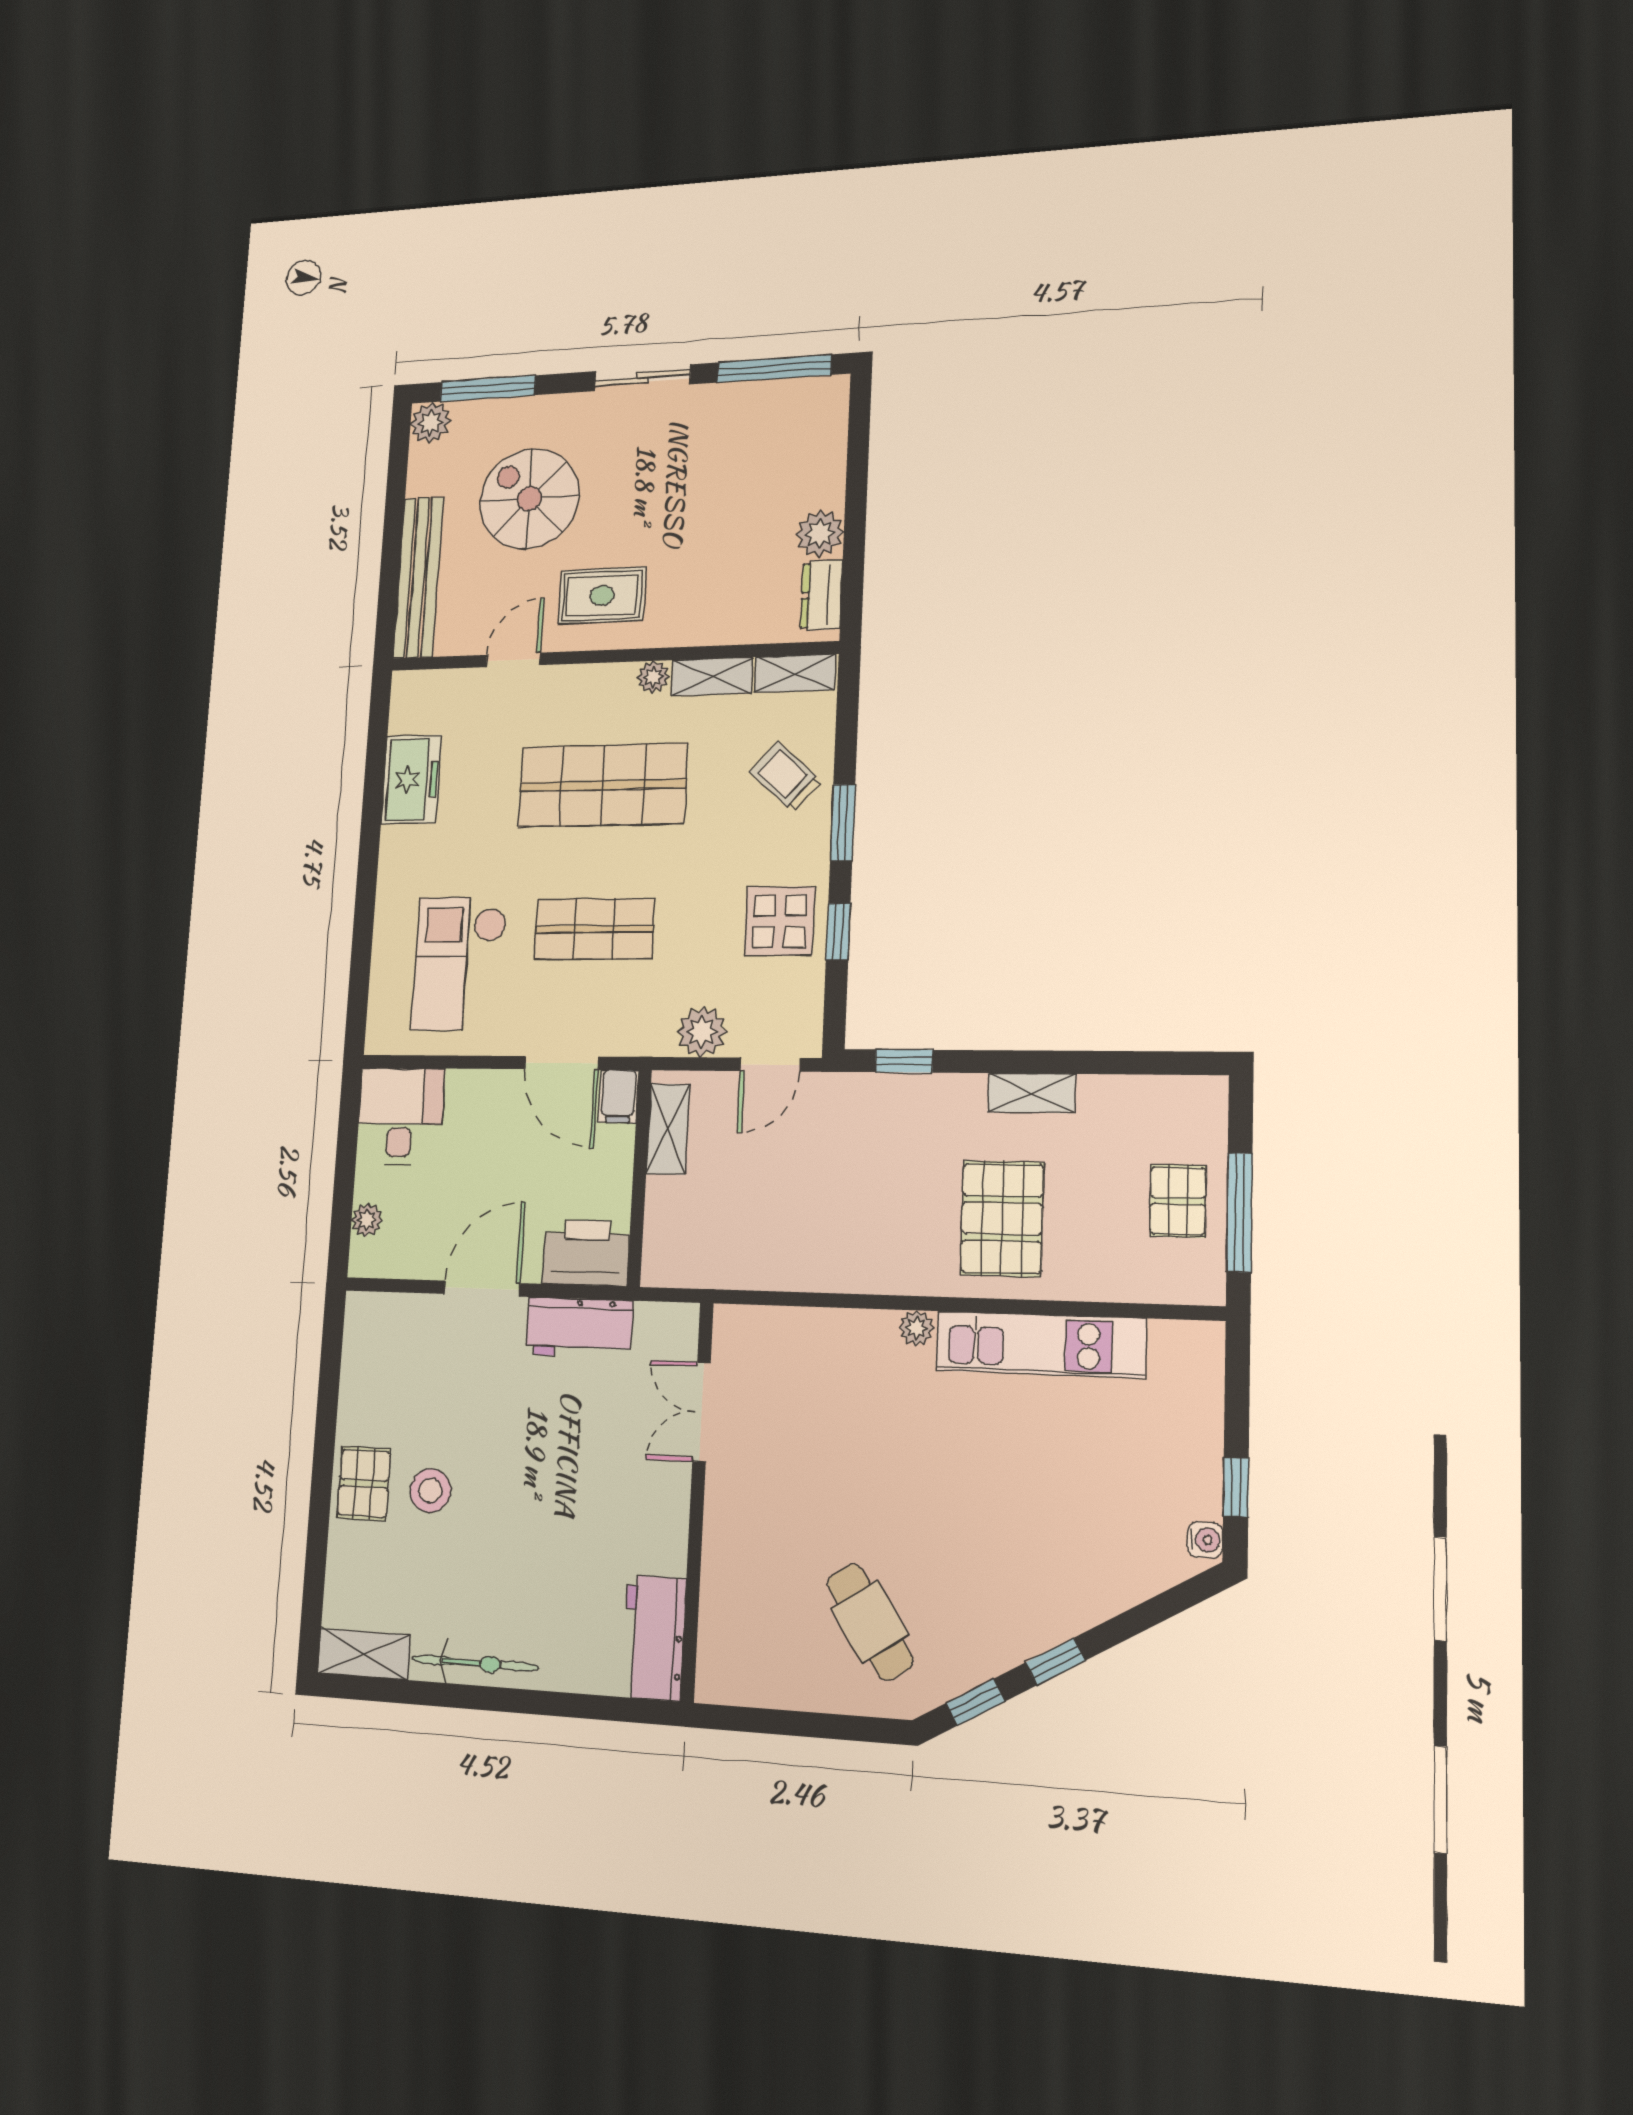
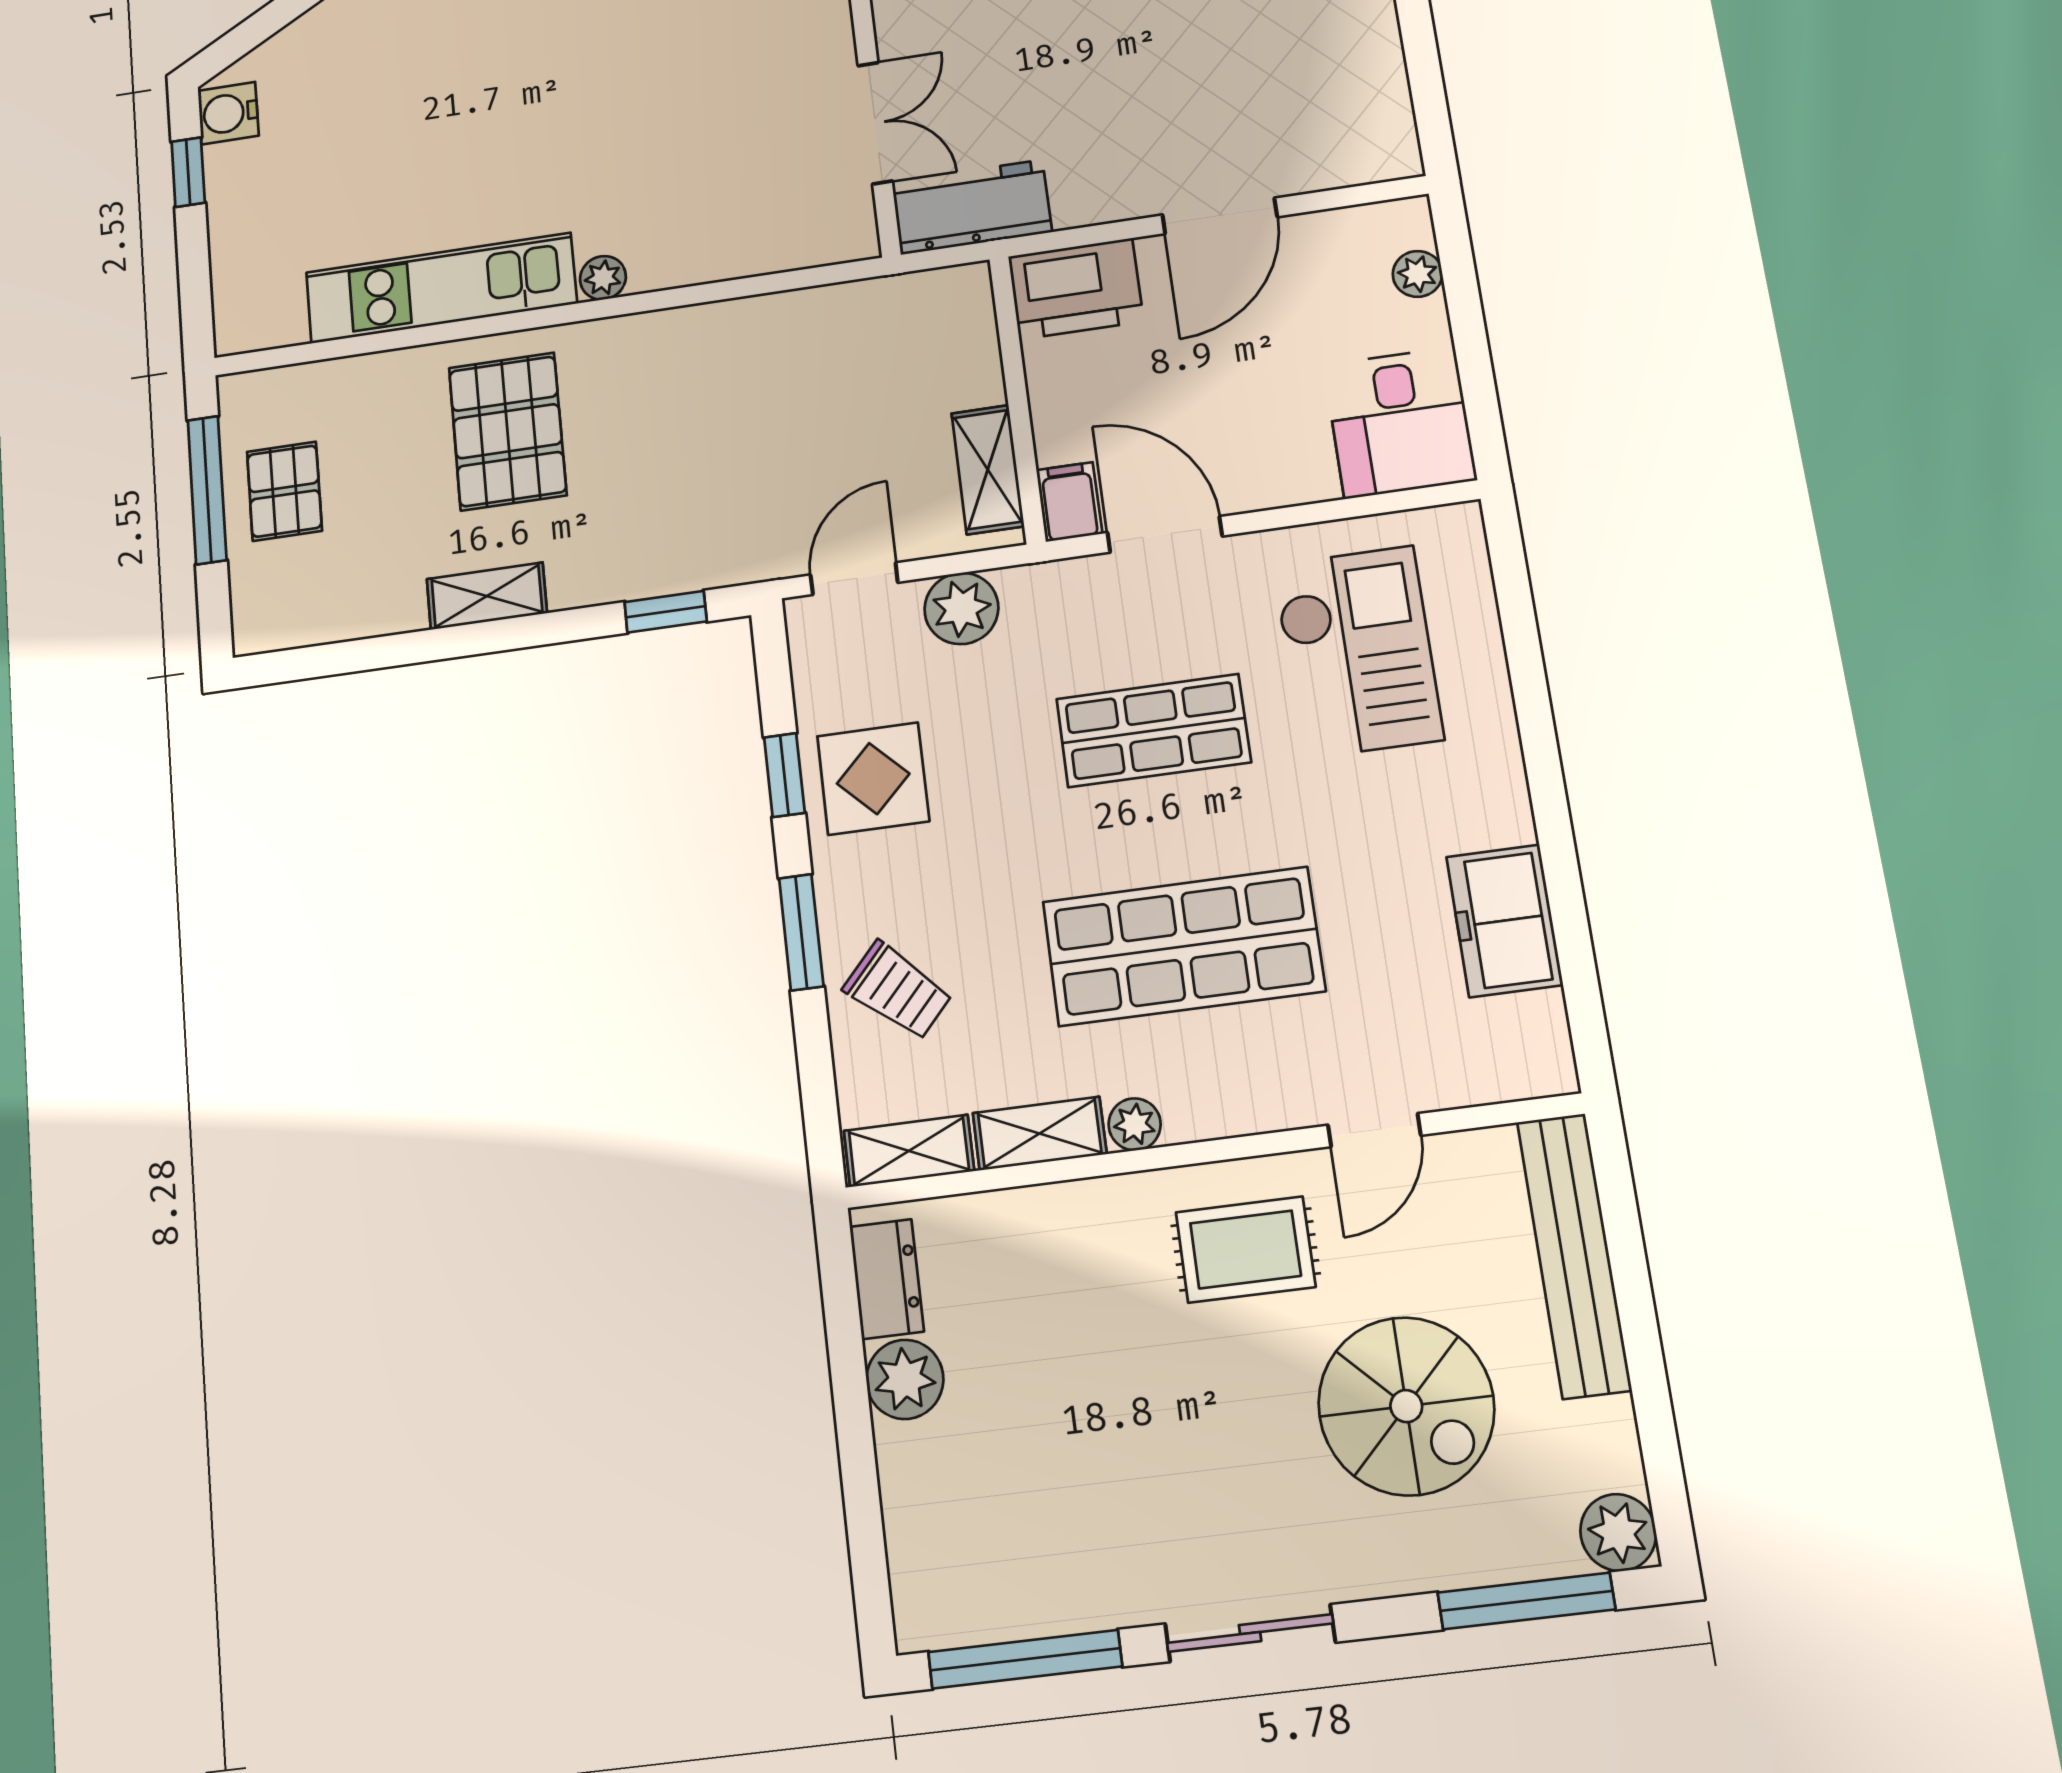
workbench: (579, 1328) -> (972, 207), moved
water cooler: (1205, 1540) -> (228, 113), width x1.38, depth x1.38

